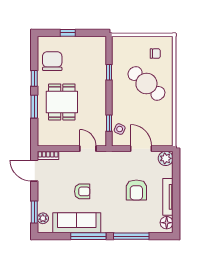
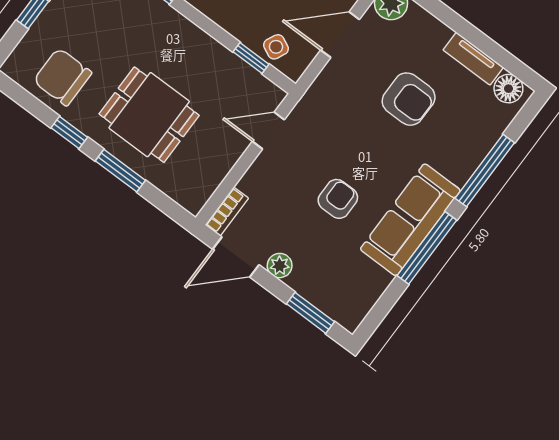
tv unit: (168, 197) -> (473, 59), width x0.71
plant: (43, 218) -> (280, 266), moved
sofa: (77, 223) -> (410, 220), moved

